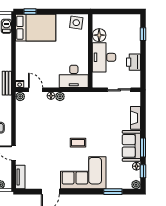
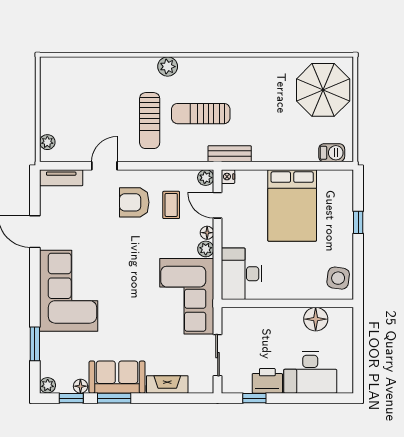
window: (30, 12) -> (358, 222), moved
bed: (36, 28) -> (292, 205), moved
window: (143, 34) -> (254, 398), moved
desk: (104, 57) -> (310, 373), moved, turned 180
door: (36, 90) -> (218, 205), swing flipped
corner sofa: (86, 107) -> (187, 296), added
armchair: (34, 136) -> (134, 202), added
coffee table: (78, 143) -> (171, 205), moved

